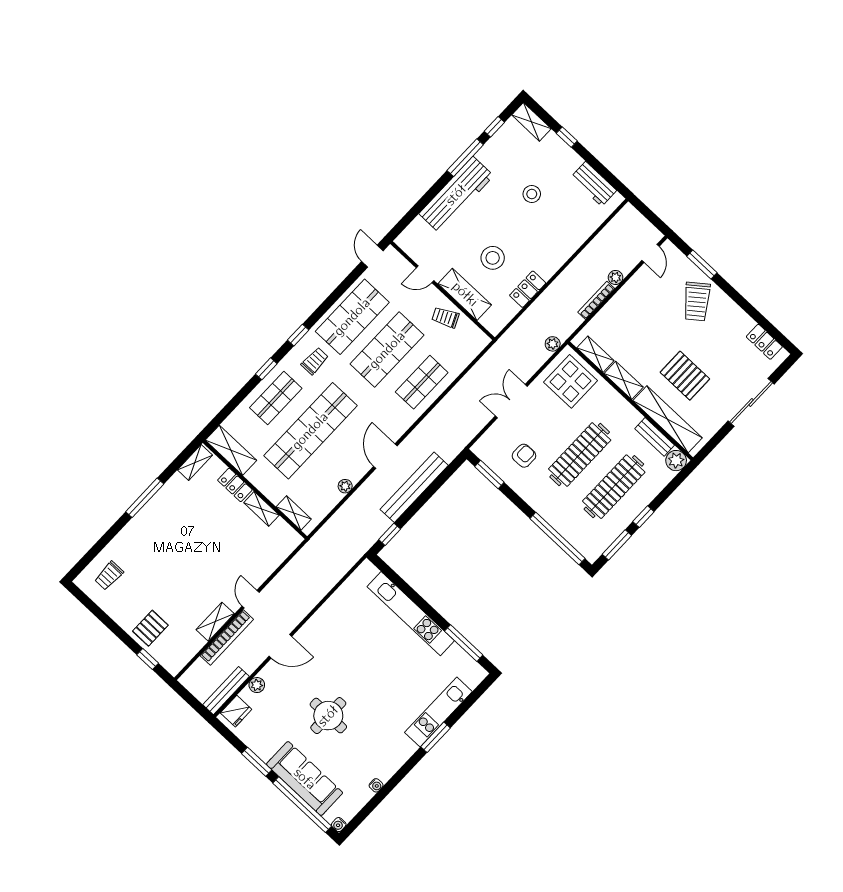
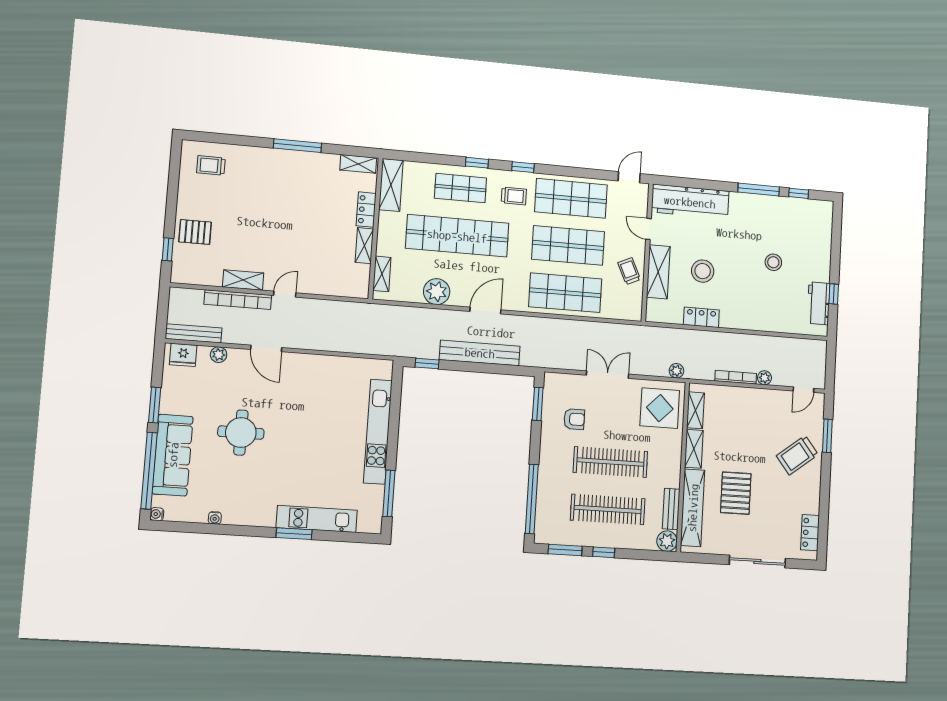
shelving: (531, 122) -> (825, 219), removed
window: (567, 137) -> (834, 294), moved
workbench: (456, 195) -> (690, 202), moved
shop shelf: (422, 382) -> (565, 293), width x1.43, depth x1.36
plant: (345, 486) -> (437, 292), width x1.87, depth x1.87

